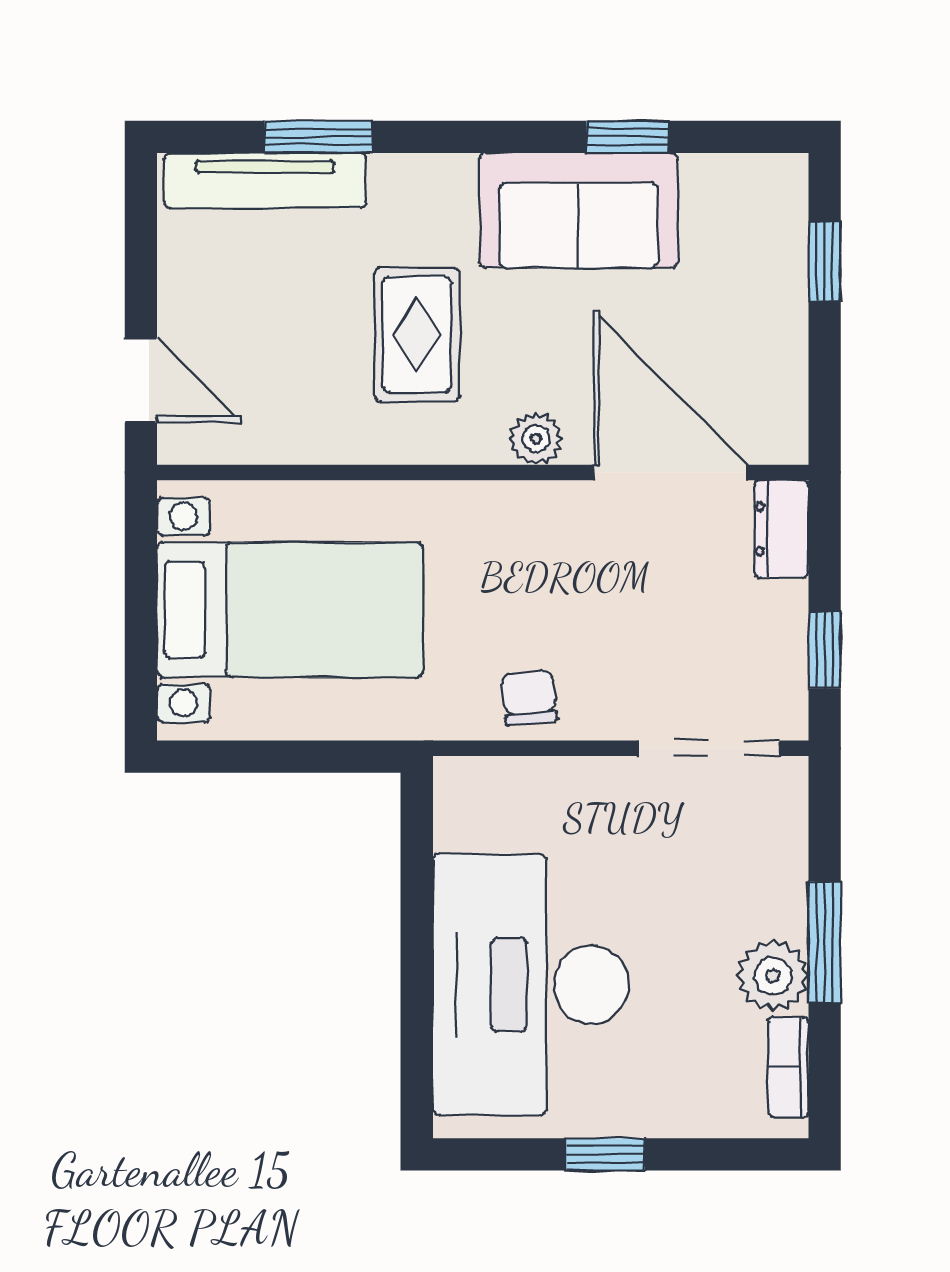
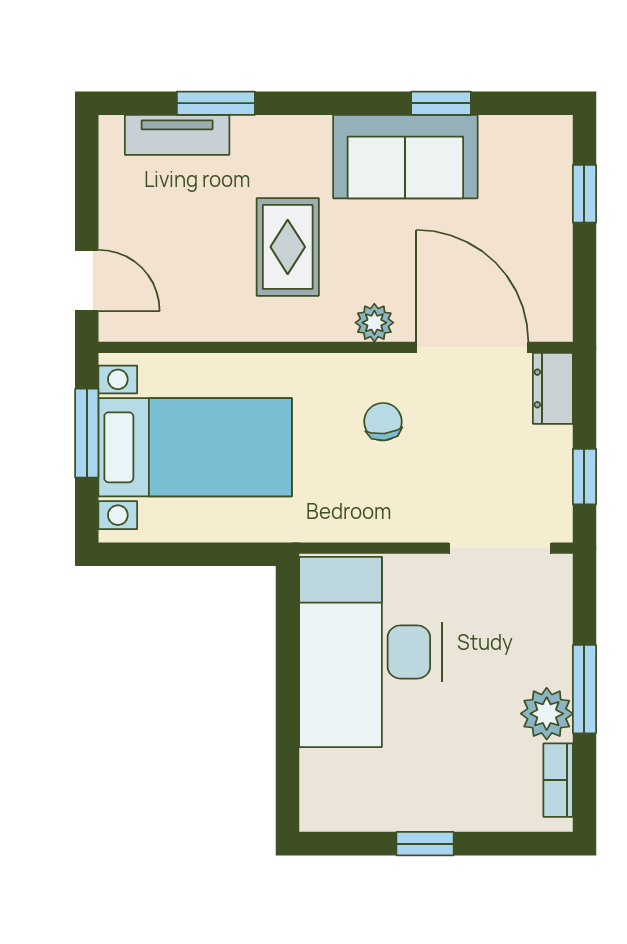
tv unit: (265, 180) -> (177, 135), width x0.71
window: (141, 590) -> (87, 433), added
chair: (529, 698) -> (383, 422), moved
desk: (531, 985) -> (370, 652), moved

